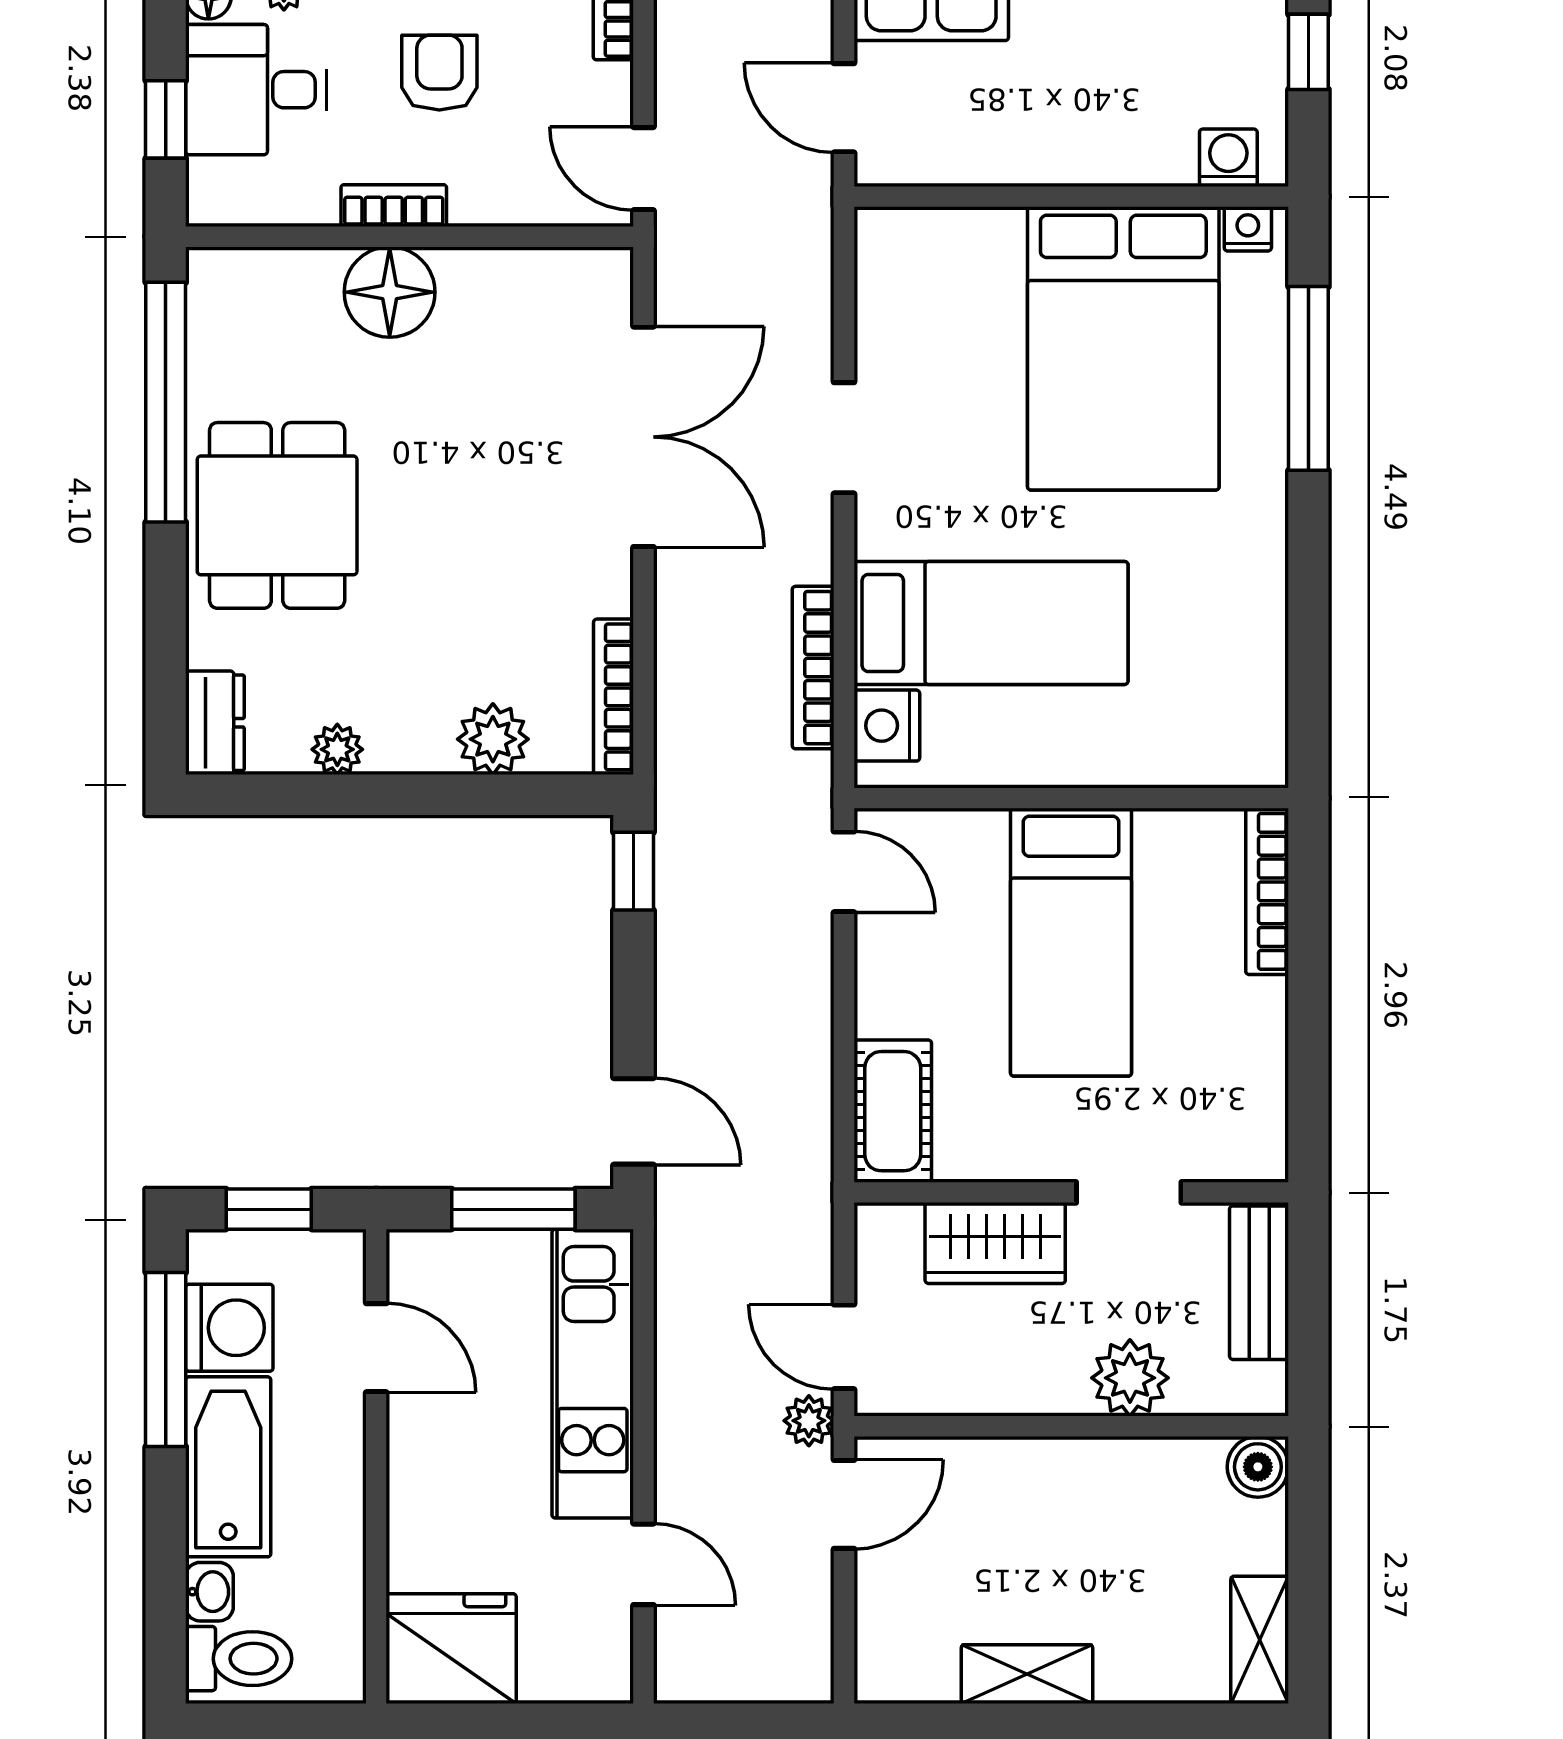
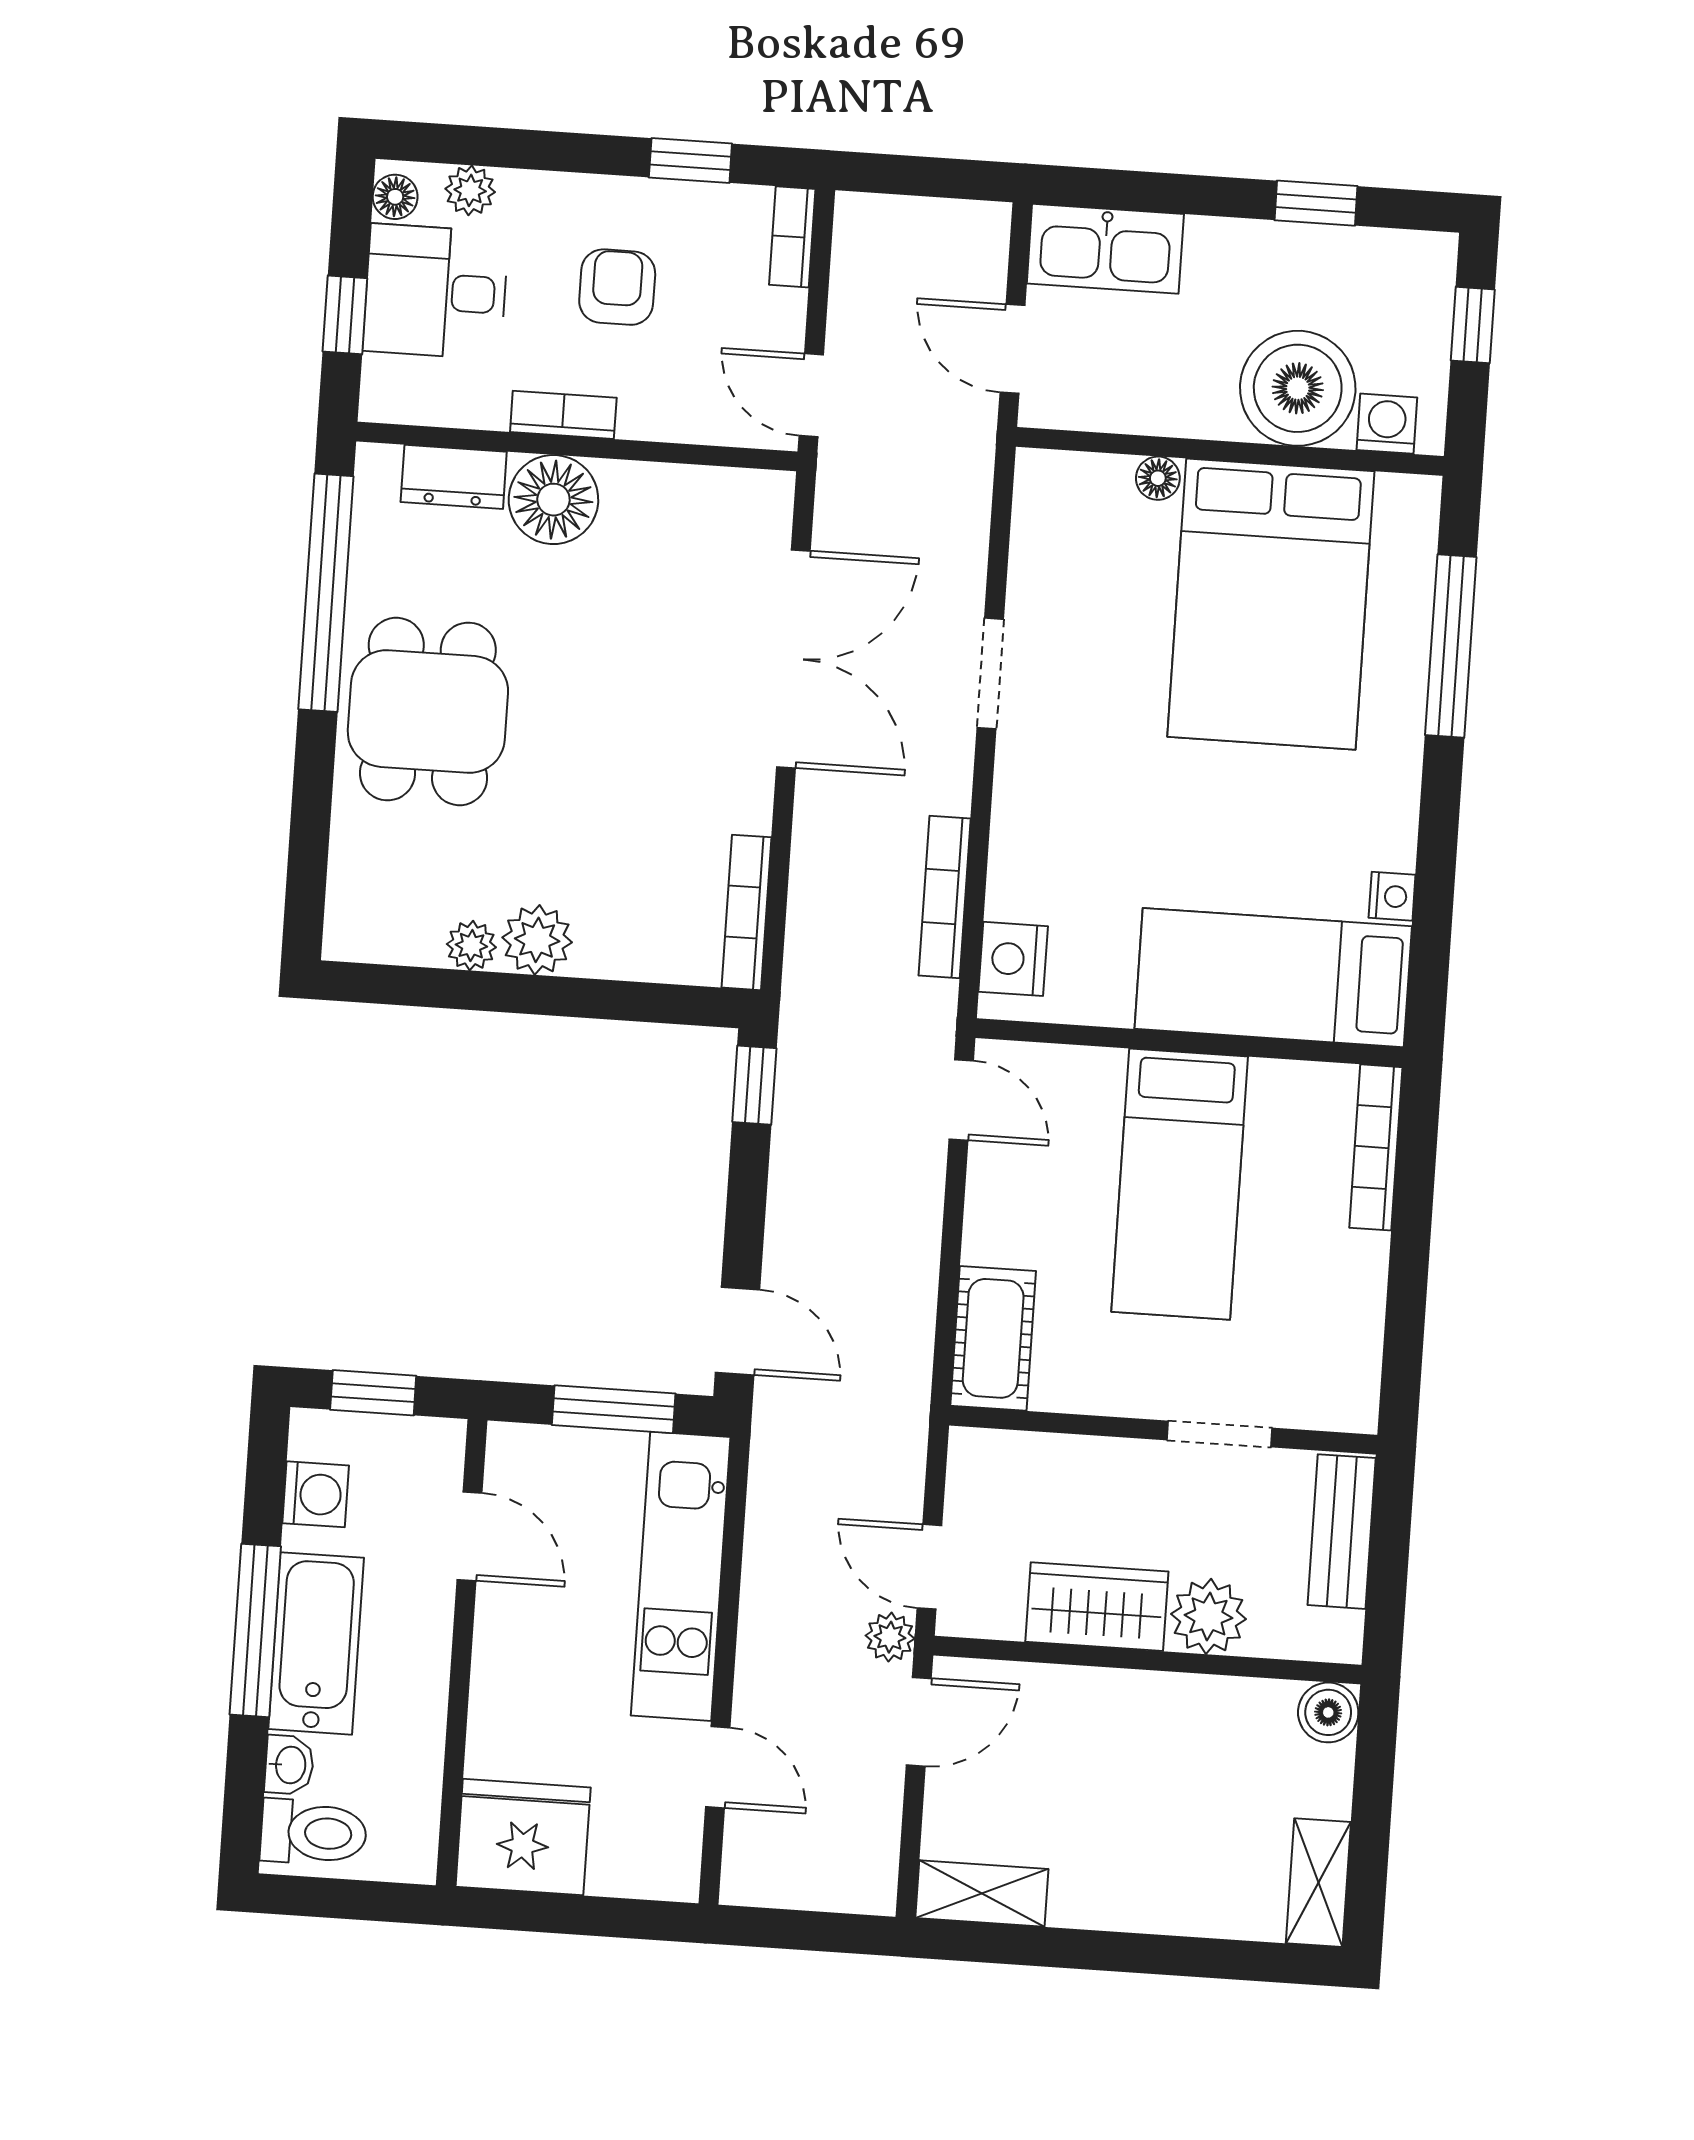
boiler: (1136, 128) -> (1298, 388), added
floor lamp: (1000, 229) -> (1158, 478), added
nightstand: (1248, 229) -> (1392, 896), moved, turned 90
bed: (991, 623) -> (1273, 978), moved, turned 180
dresser: (215, 723) -> (454, 477), moved, turned 90
plant: (493, 739) -> (537, 940), moved
wardrobe: (995, 1243) -> (1097, 1607), moved, turned 180
washing machine: (229, 1328) -> (316, 1494), width x0.73, depth x0.73
window: (166, 1360) -> (255, 1630), moved
shelving: (1027, 1674) -> (982, 1893), moved

